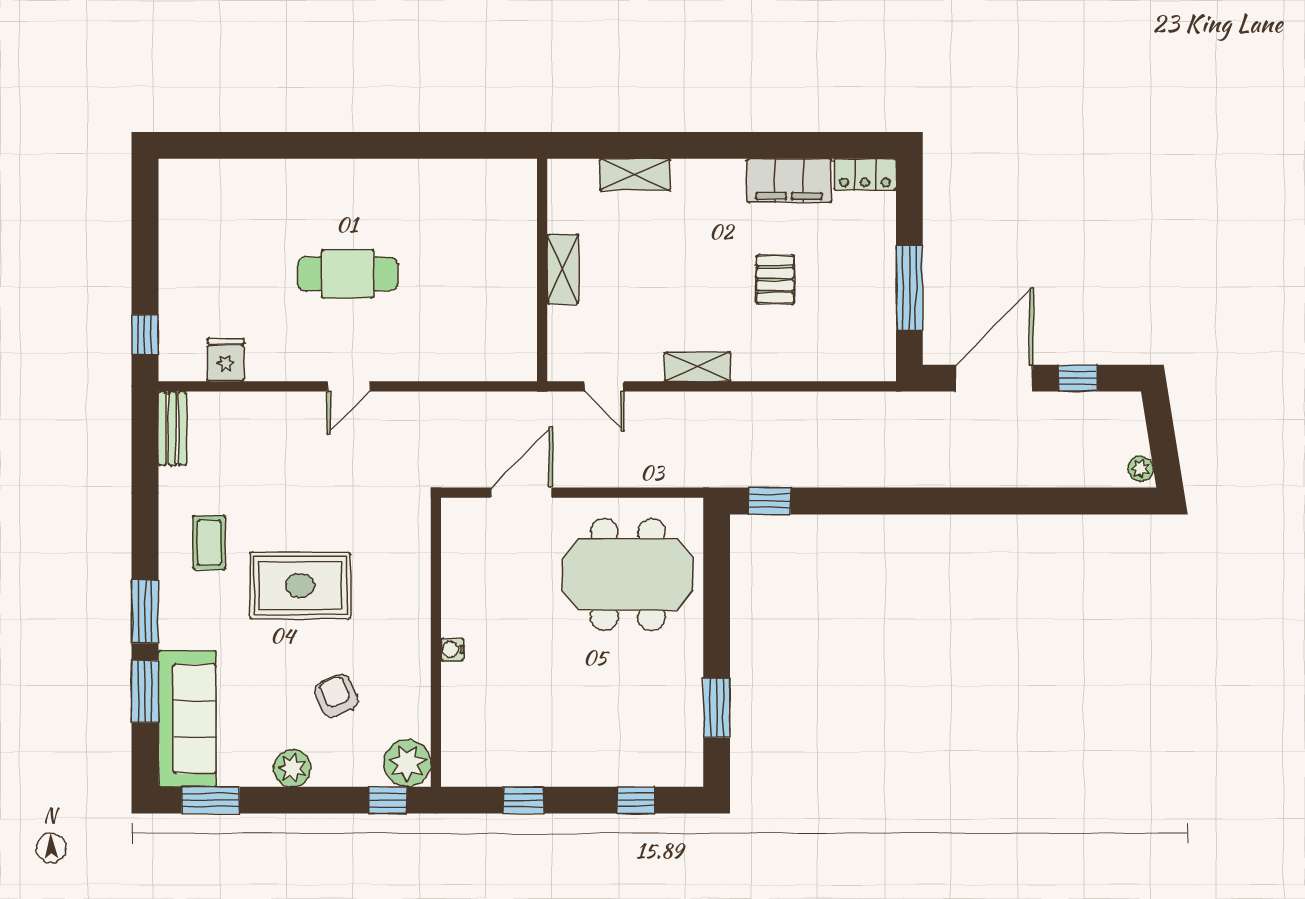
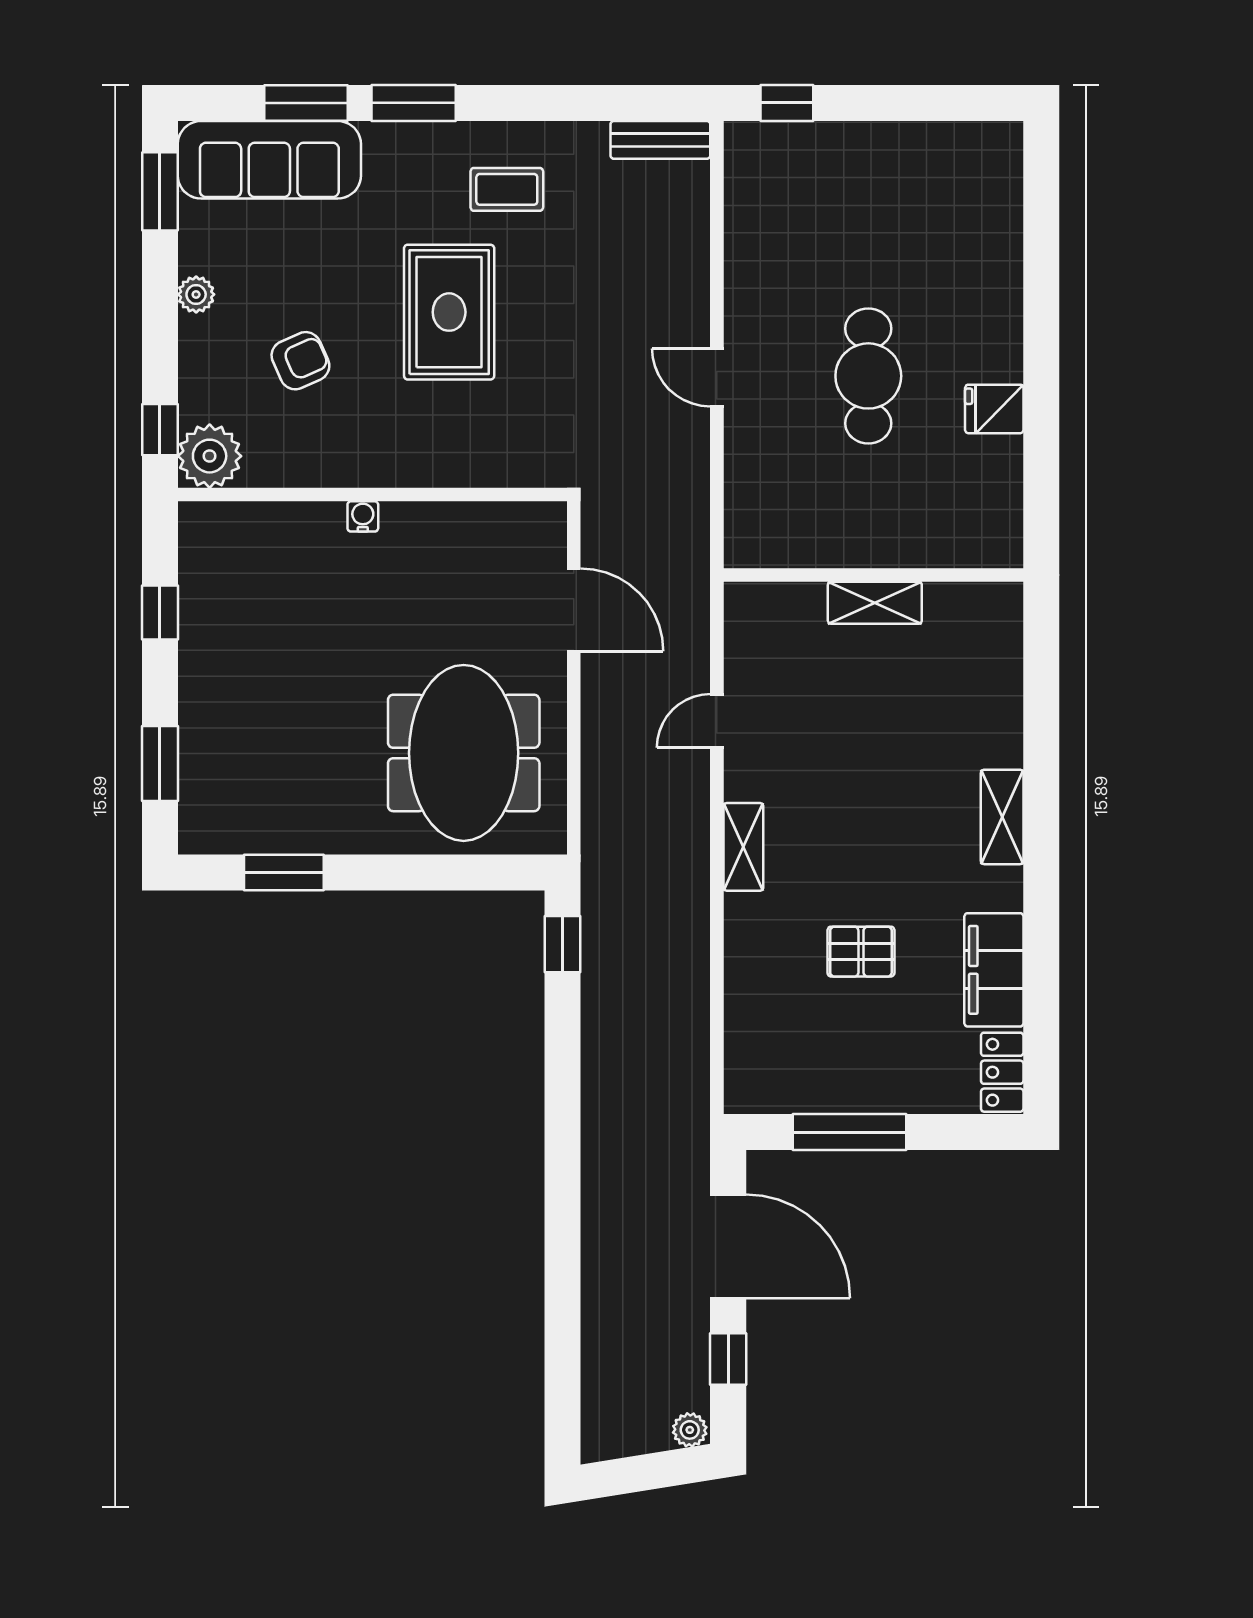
shelving: (635, 175) -> (1002, 817), moved
shelving: (563, 269) -> (875, 603), moved
wall: (542, 270) -> (874, 575), moved
fridge: (226, 360) -> (994, 409), moved, turned 180
plant: (1141, 469) -> (690, 1430), moved
plant: (292, 768) -> (196, 294), width x0.73, depth x0.73
window: (636, 800) -> (160, 764), width x1.50

